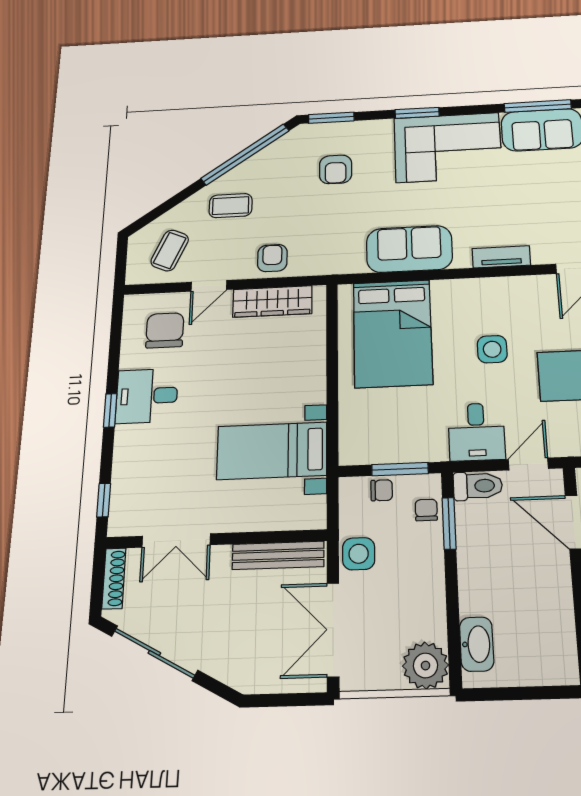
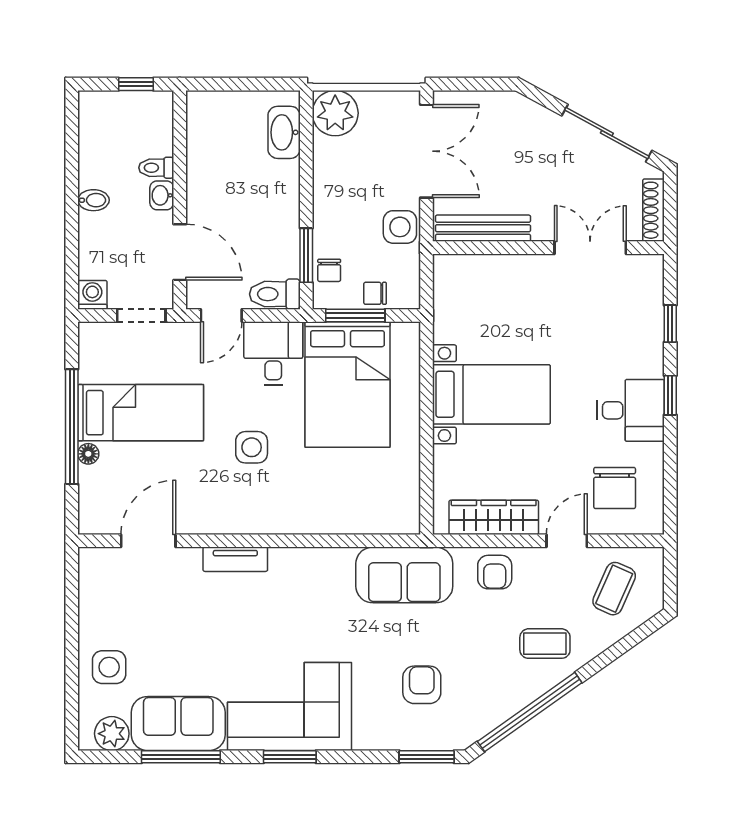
window: (417, 113) -> (290, 757), moved
sofa: (409, 249) -> (404, 575), moved
bed: (392, 333) -> (347, 385), moved, turned 180
bed with nightstands: (272, 451) -> (491, 394), moved
window: (104, 500) -> (670, 324), moved

